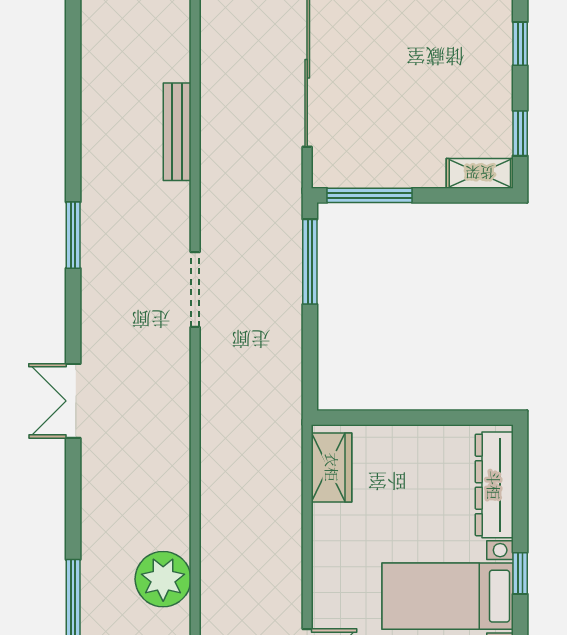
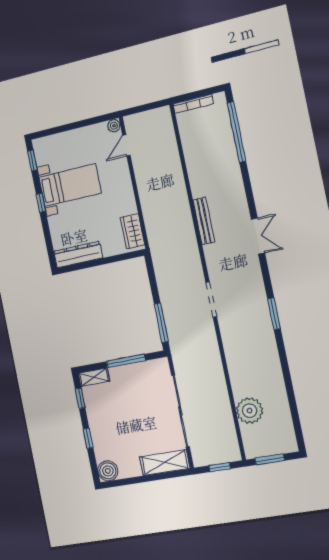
bench: (177, 132) -> (204, 221), moved
window: (369, 195) -> (126, 361), moved
dresser: (494, 485) -> (78, 255), moved, turned -90
plant: (163, 579) -> (250, 411), moved

